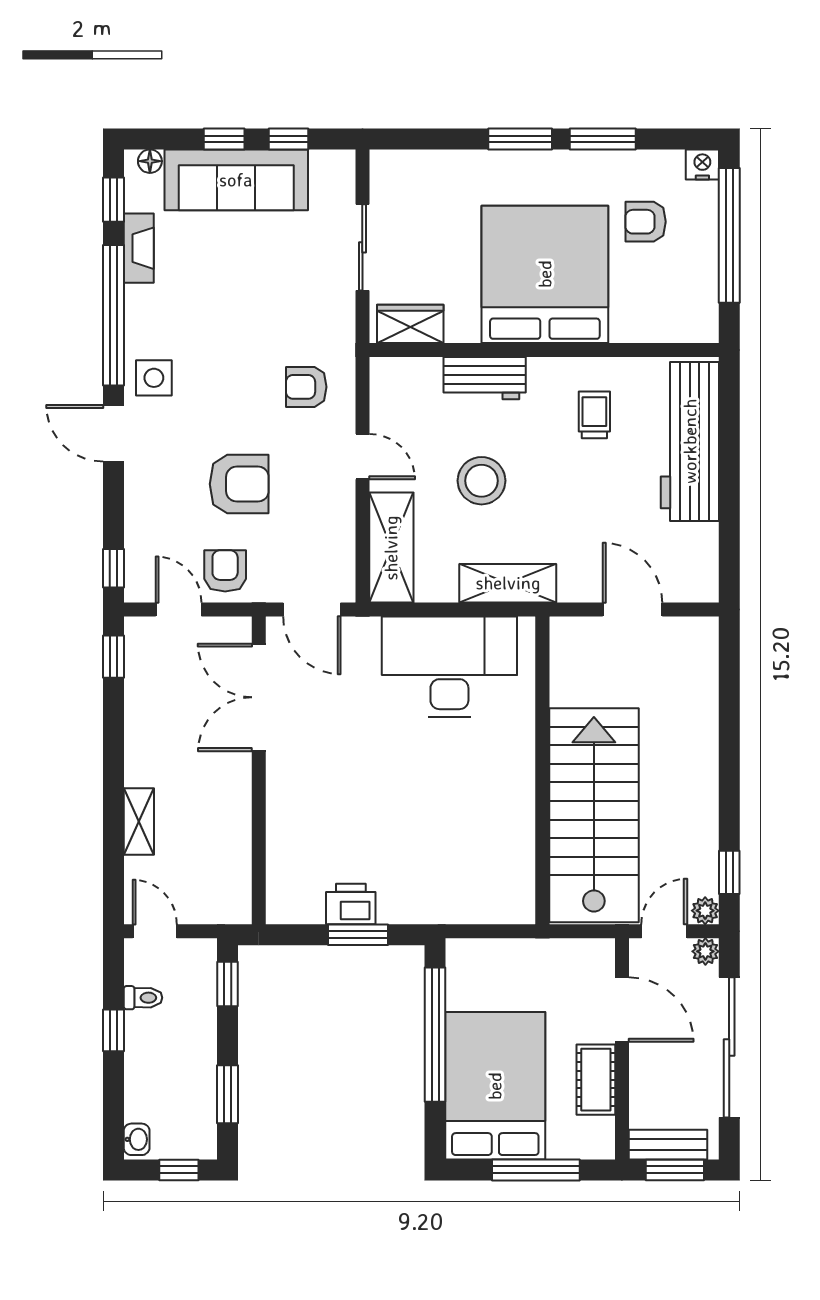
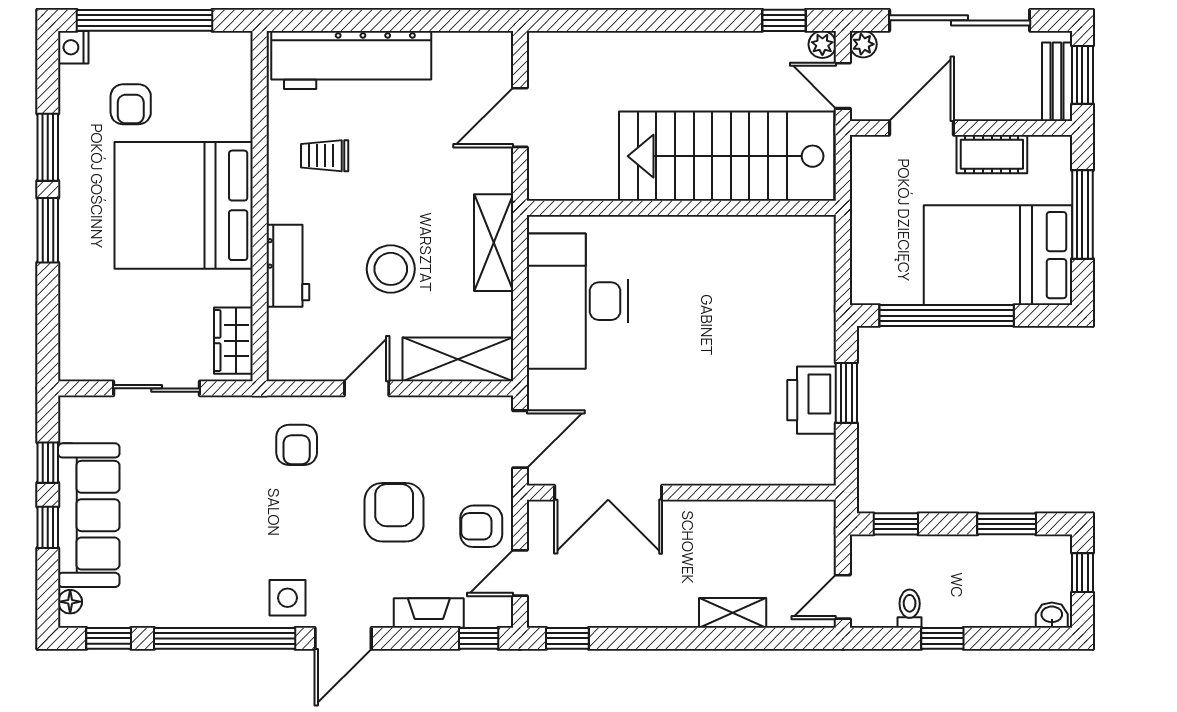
fireplace: (139, 248) -> (429, 613), moved
printer: (351, 904) -> (812, 400), width x1.37, depth x1.19

